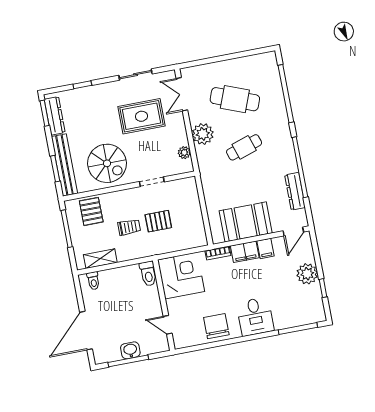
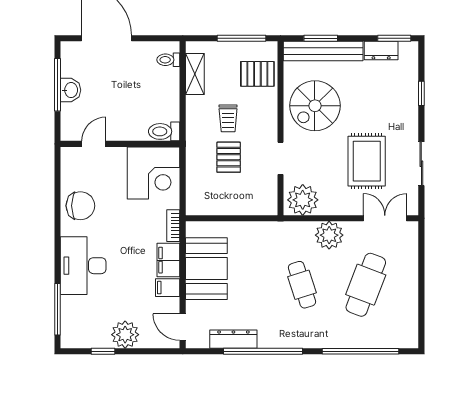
dresser: (55, 116) -> (381, 51), width x0.70
plant: (184, 153) -> (303, 200), width x1.88, depth x1.88
desk: (255, 317) -> (83, 266), width x1.37

